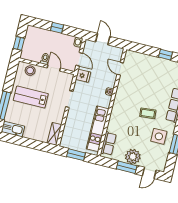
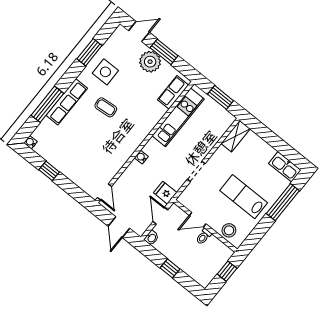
door: (54, 68) -> (198, 220), hinge flipped
door: (120, 69) -> (104, 192), moved
lab bench: (31, 97) -> (244, 197), turned 180

